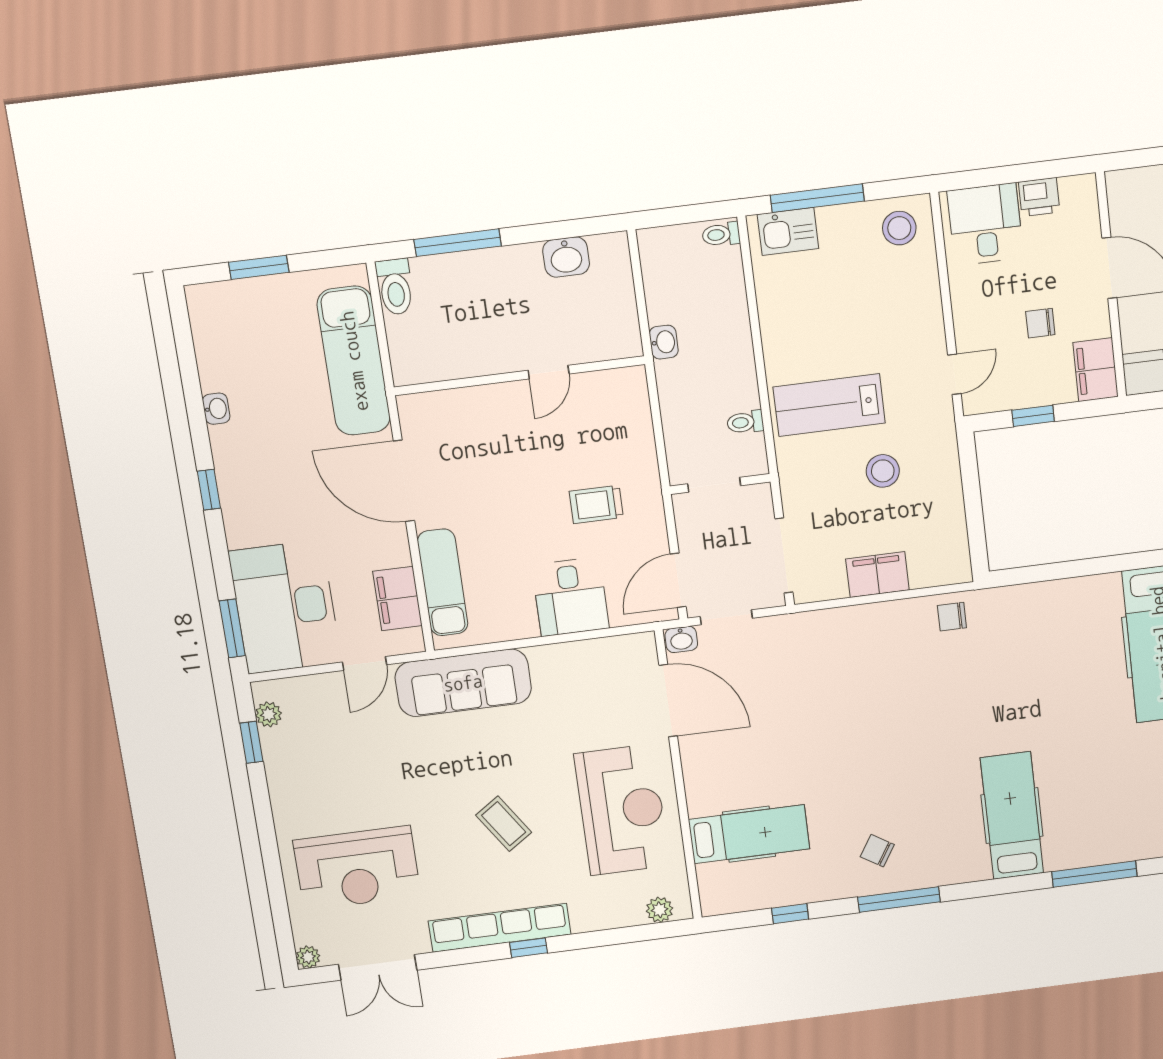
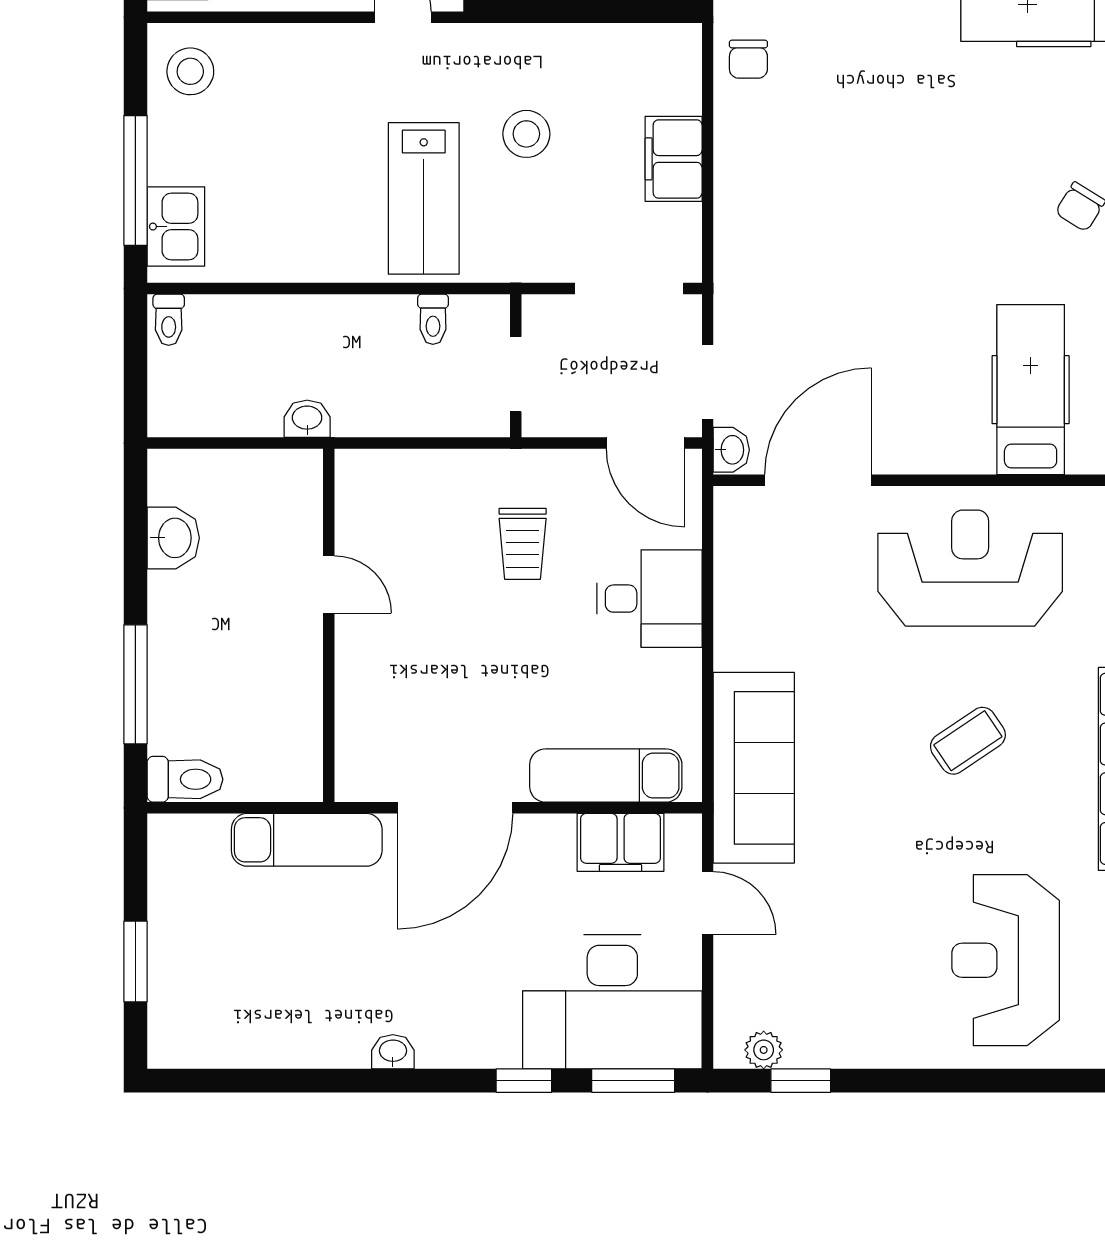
exam couch: (354, 361) -> (307, 840), width x0.73, depth x0.69
washbasin: (216, 409) -> (393, 1052), moved
window: (209, 490) -> (524, 1081), moved
reception desk: (357, 868) -> (1006, 960), turned 180

